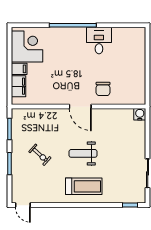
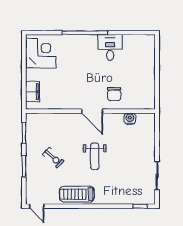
filing cabinet: (19, 69) -> (33, 75), removed
water cooler: (140, 114) -> (130, 119), moved
weight bench: (83, 153) -> (95, 156), turned -90
treadmill: (84, 186) -> (77, 194), moved, turned 180

